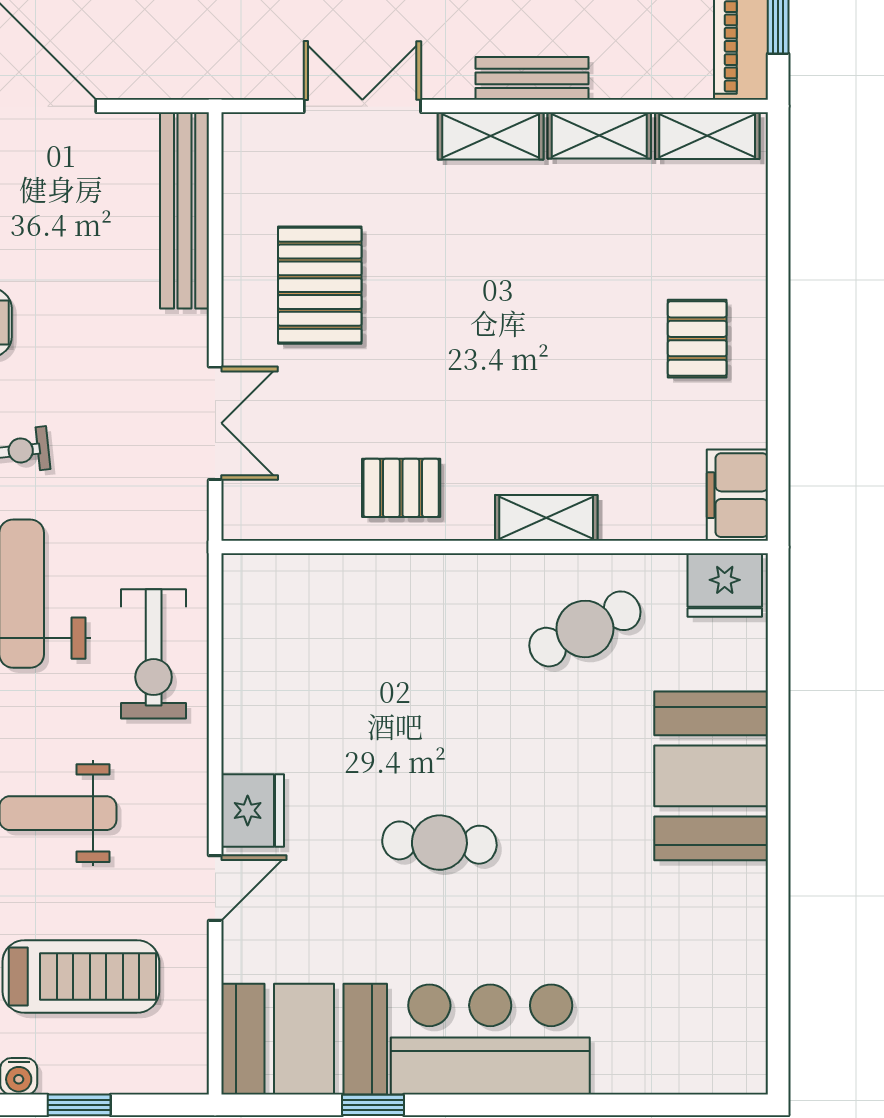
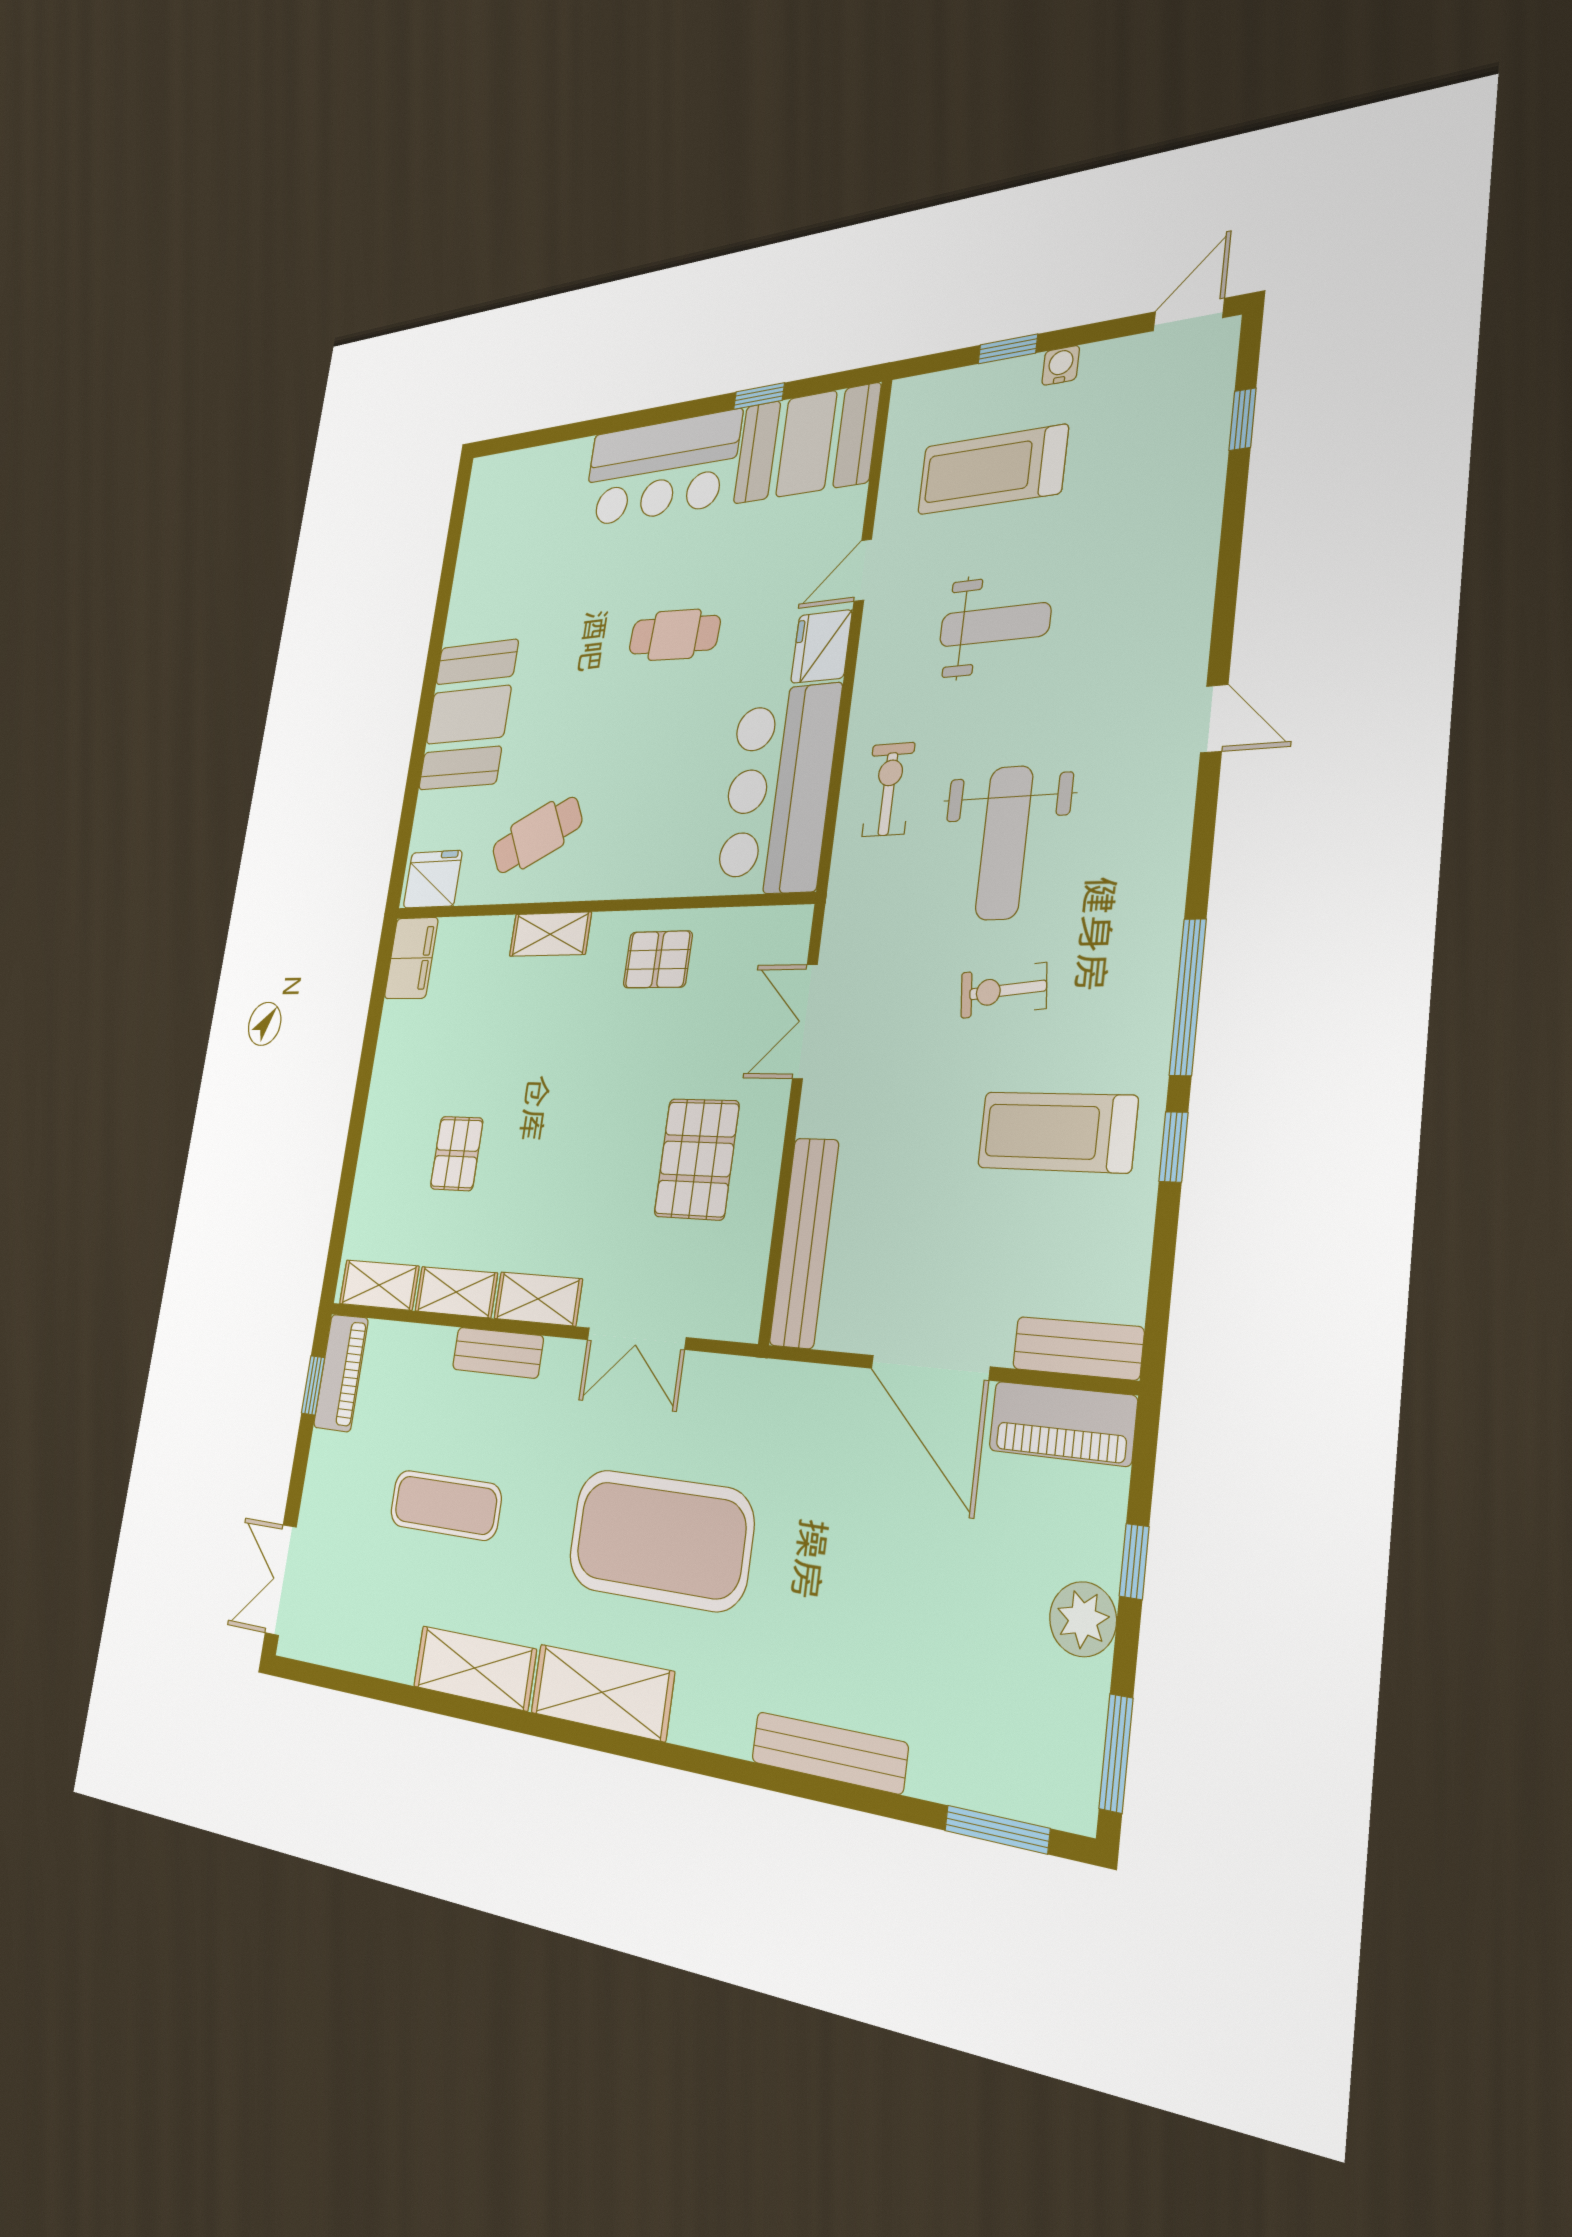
pallet: (697, 339) -> (457, 1153), moved
exercise bike: (154, 654) -> (889, 789), width x0.73, depth x0.72
bar counter: (282, 662) -> (778, 789), added

